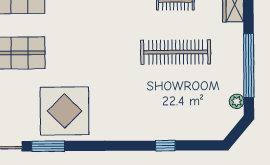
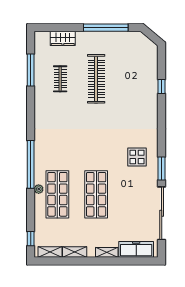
plant: (237, 101) -> (131, 36), removed
display table: (65, 111) -> (137, 157), width x0.54, depth x0.54

